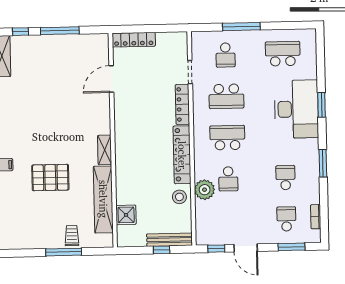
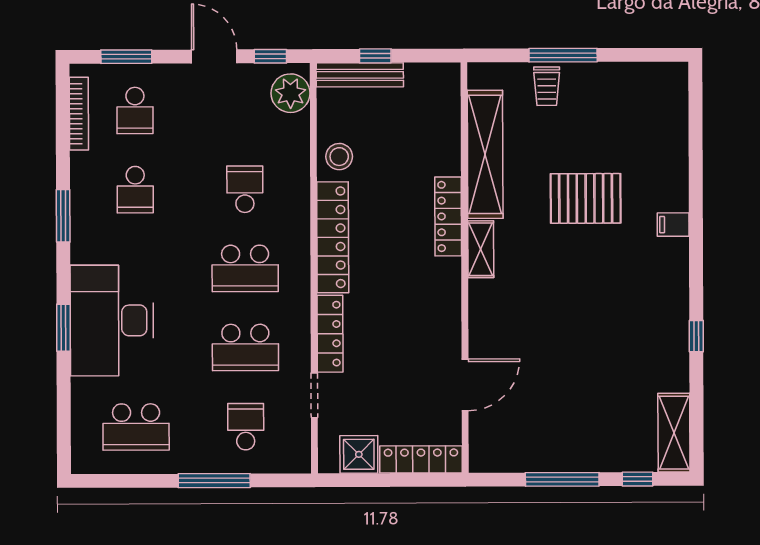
school desk: (226, 96) -> (245, 348), turned 180
locker: (122, 167) -> (448, 216), added
plant: (205, 190) -> (290, 93), moved
shower: (126, 215) -> (359, 454), moved
bookcase: (316, 217) -> (79, 114), width x1.56

